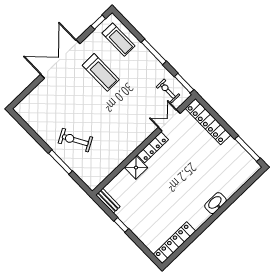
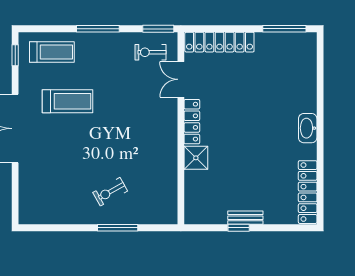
exercise bike: (75, 140) -> (110, 192), width x0.73, depth x0.72
bench: (108, 201) -> (245, 218), moved
washbasin: (215, 203) -> (308, 128), moved

